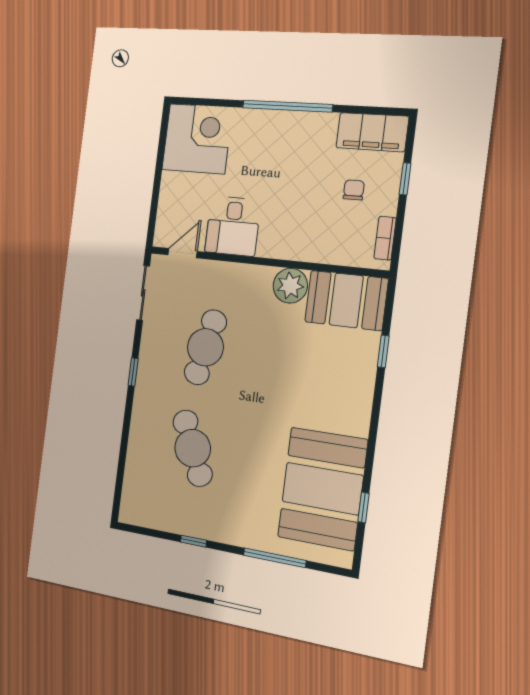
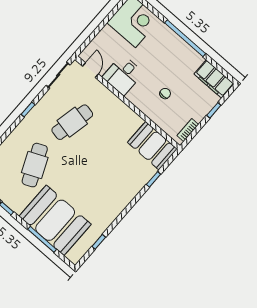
chair: (354, 190) -> (165, 93), moved
door: (183, 253) -> (90, 70), hinge flipped
plant: (290, 286) -> (131, 121), removed
booth: (322, 489) -> (55, 220), moved, turned 90

